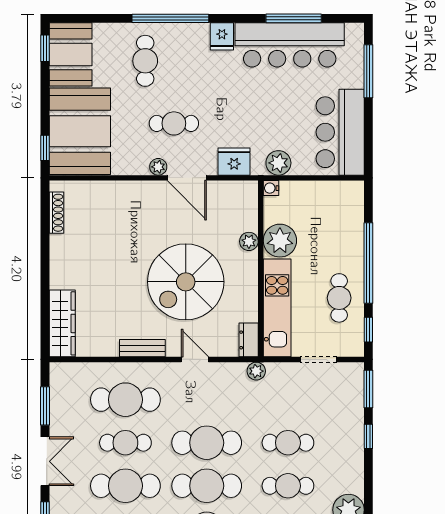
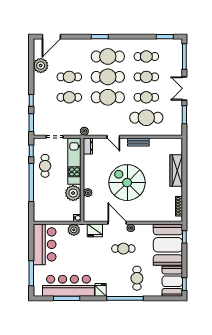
spiral stairs: (186, 282) -> (127, 183), moved, turned -90
wardrobe: (62, 323) -> (176, 171), moved
cafe table: (125, 486) -> (146, 77), width x0.73, depth x0.74

